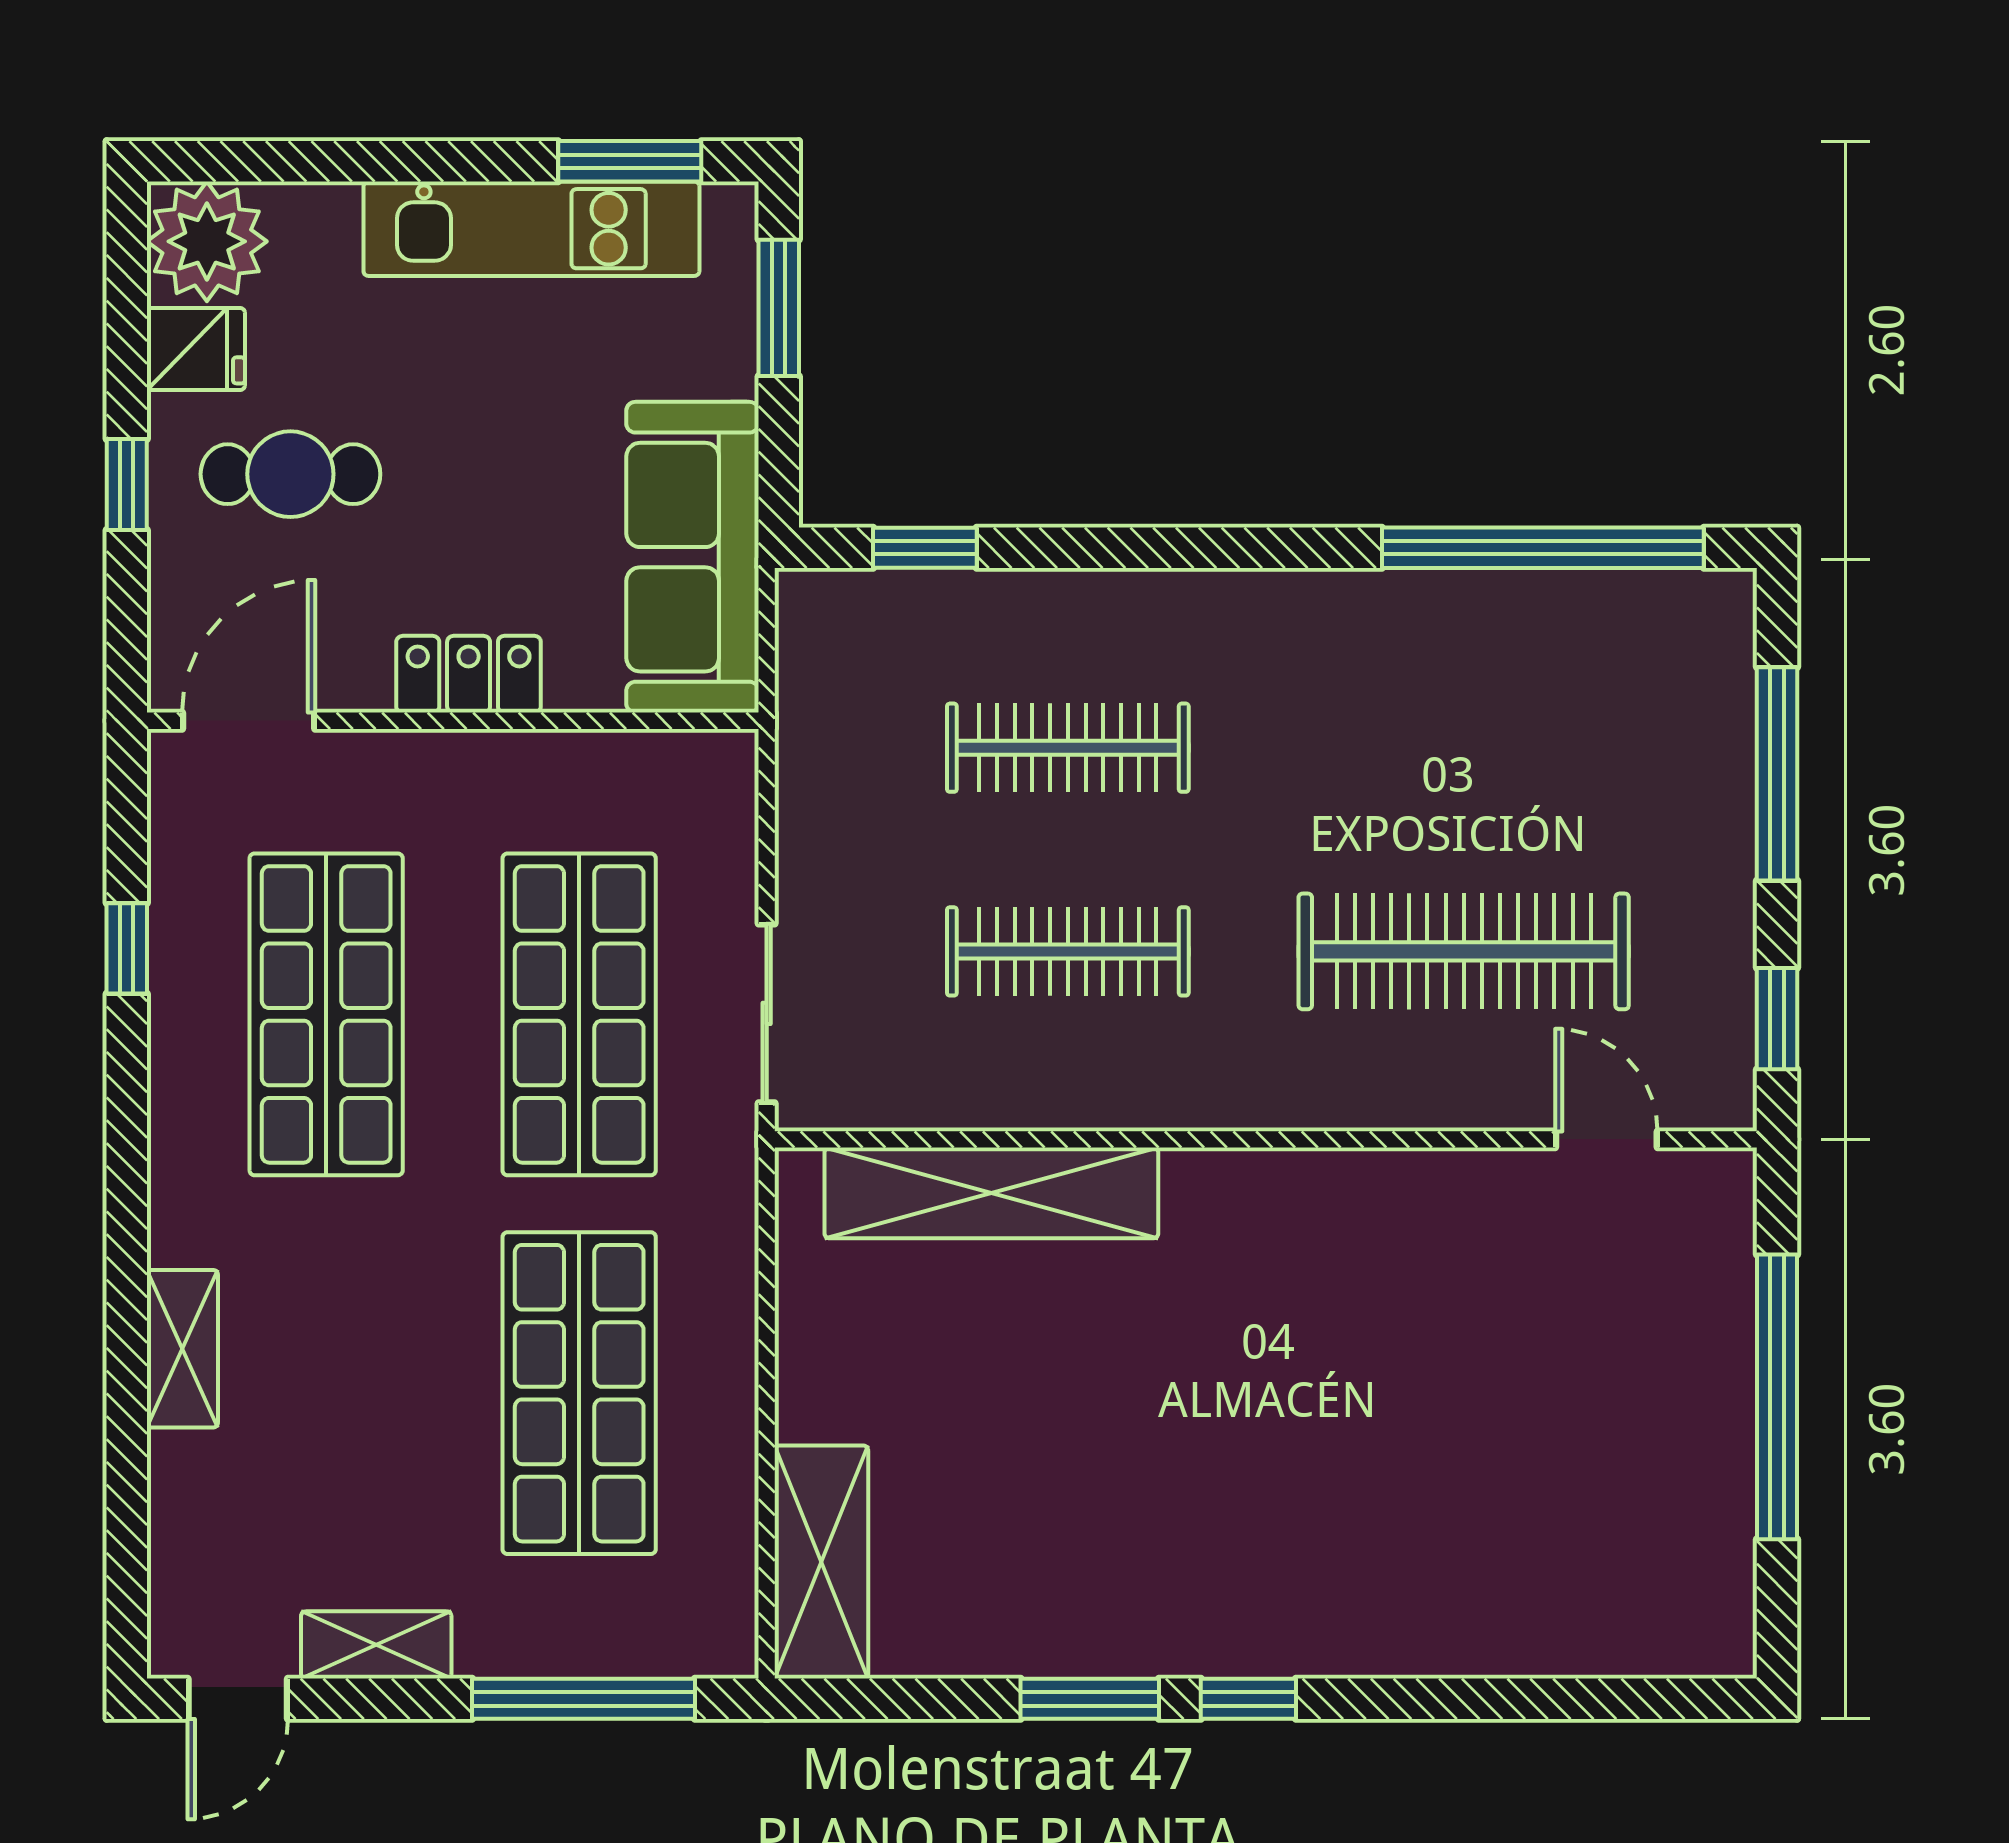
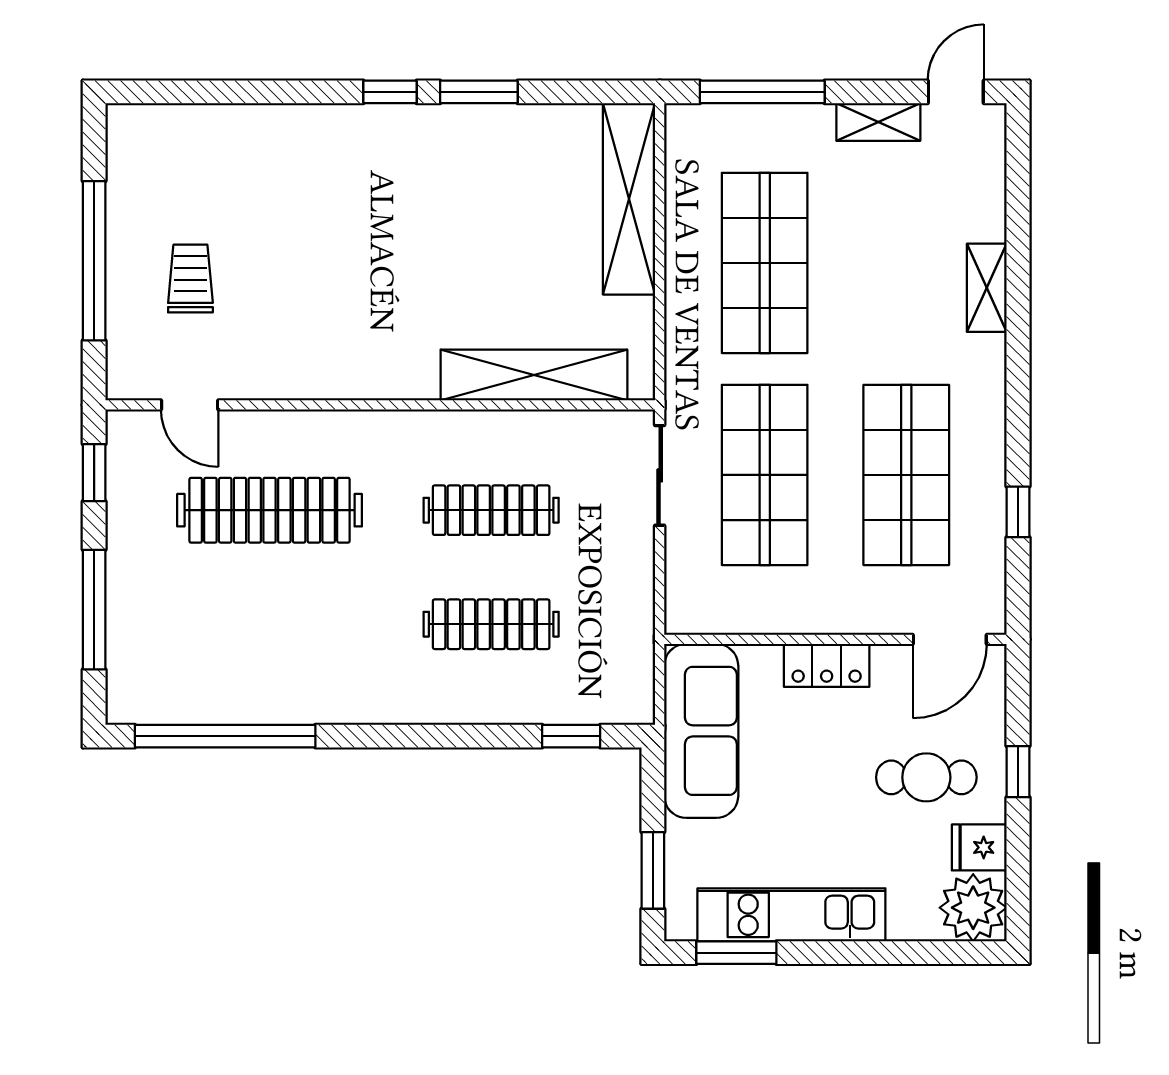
trolley: (1605, 1365) -> (190, 279), added
shelving: (821, 1562) -> (629, 199), width x1.47

